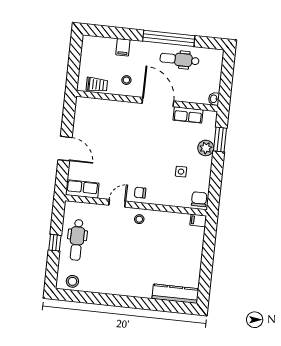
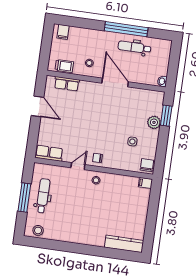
filing cabinet: (123, 47) -> (63, 32), moved
row of seats: (188, 115) -> (67, 84), moved
door: (65, 149) -> (37, 106), moved
dental chair: (77, 240) -> (43, 196), turned 180
window: (55, 243) -> (24, 197), width x2.17

